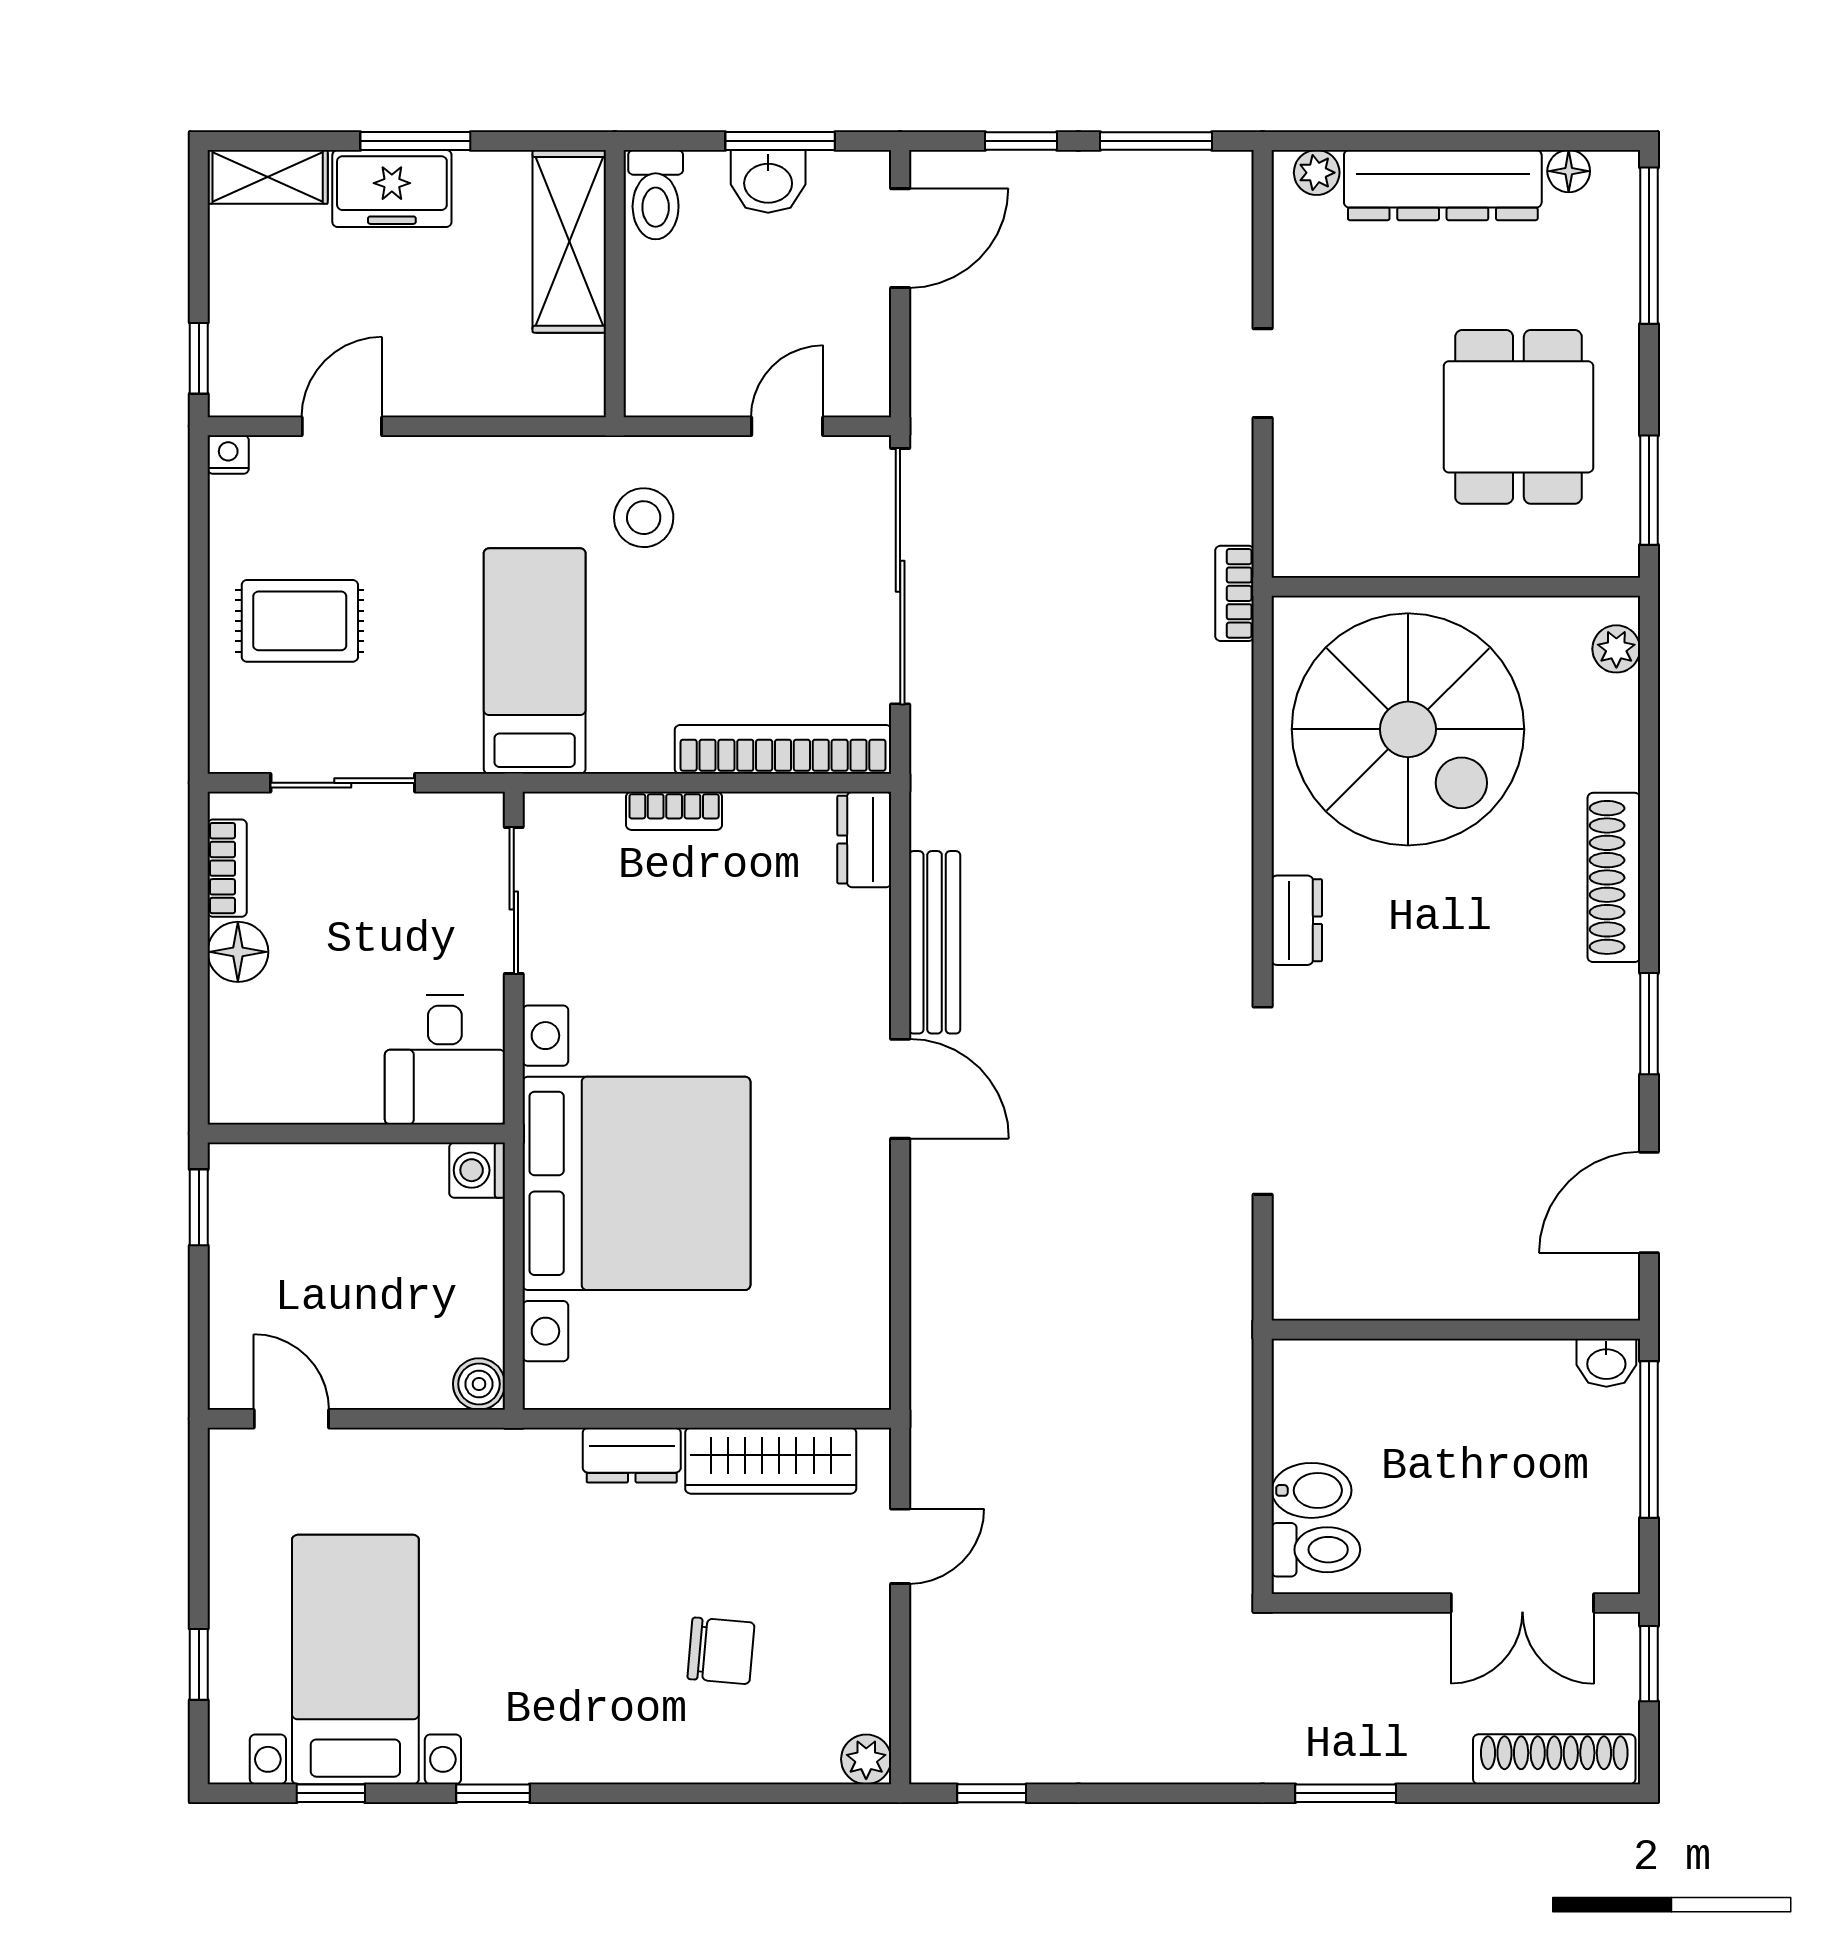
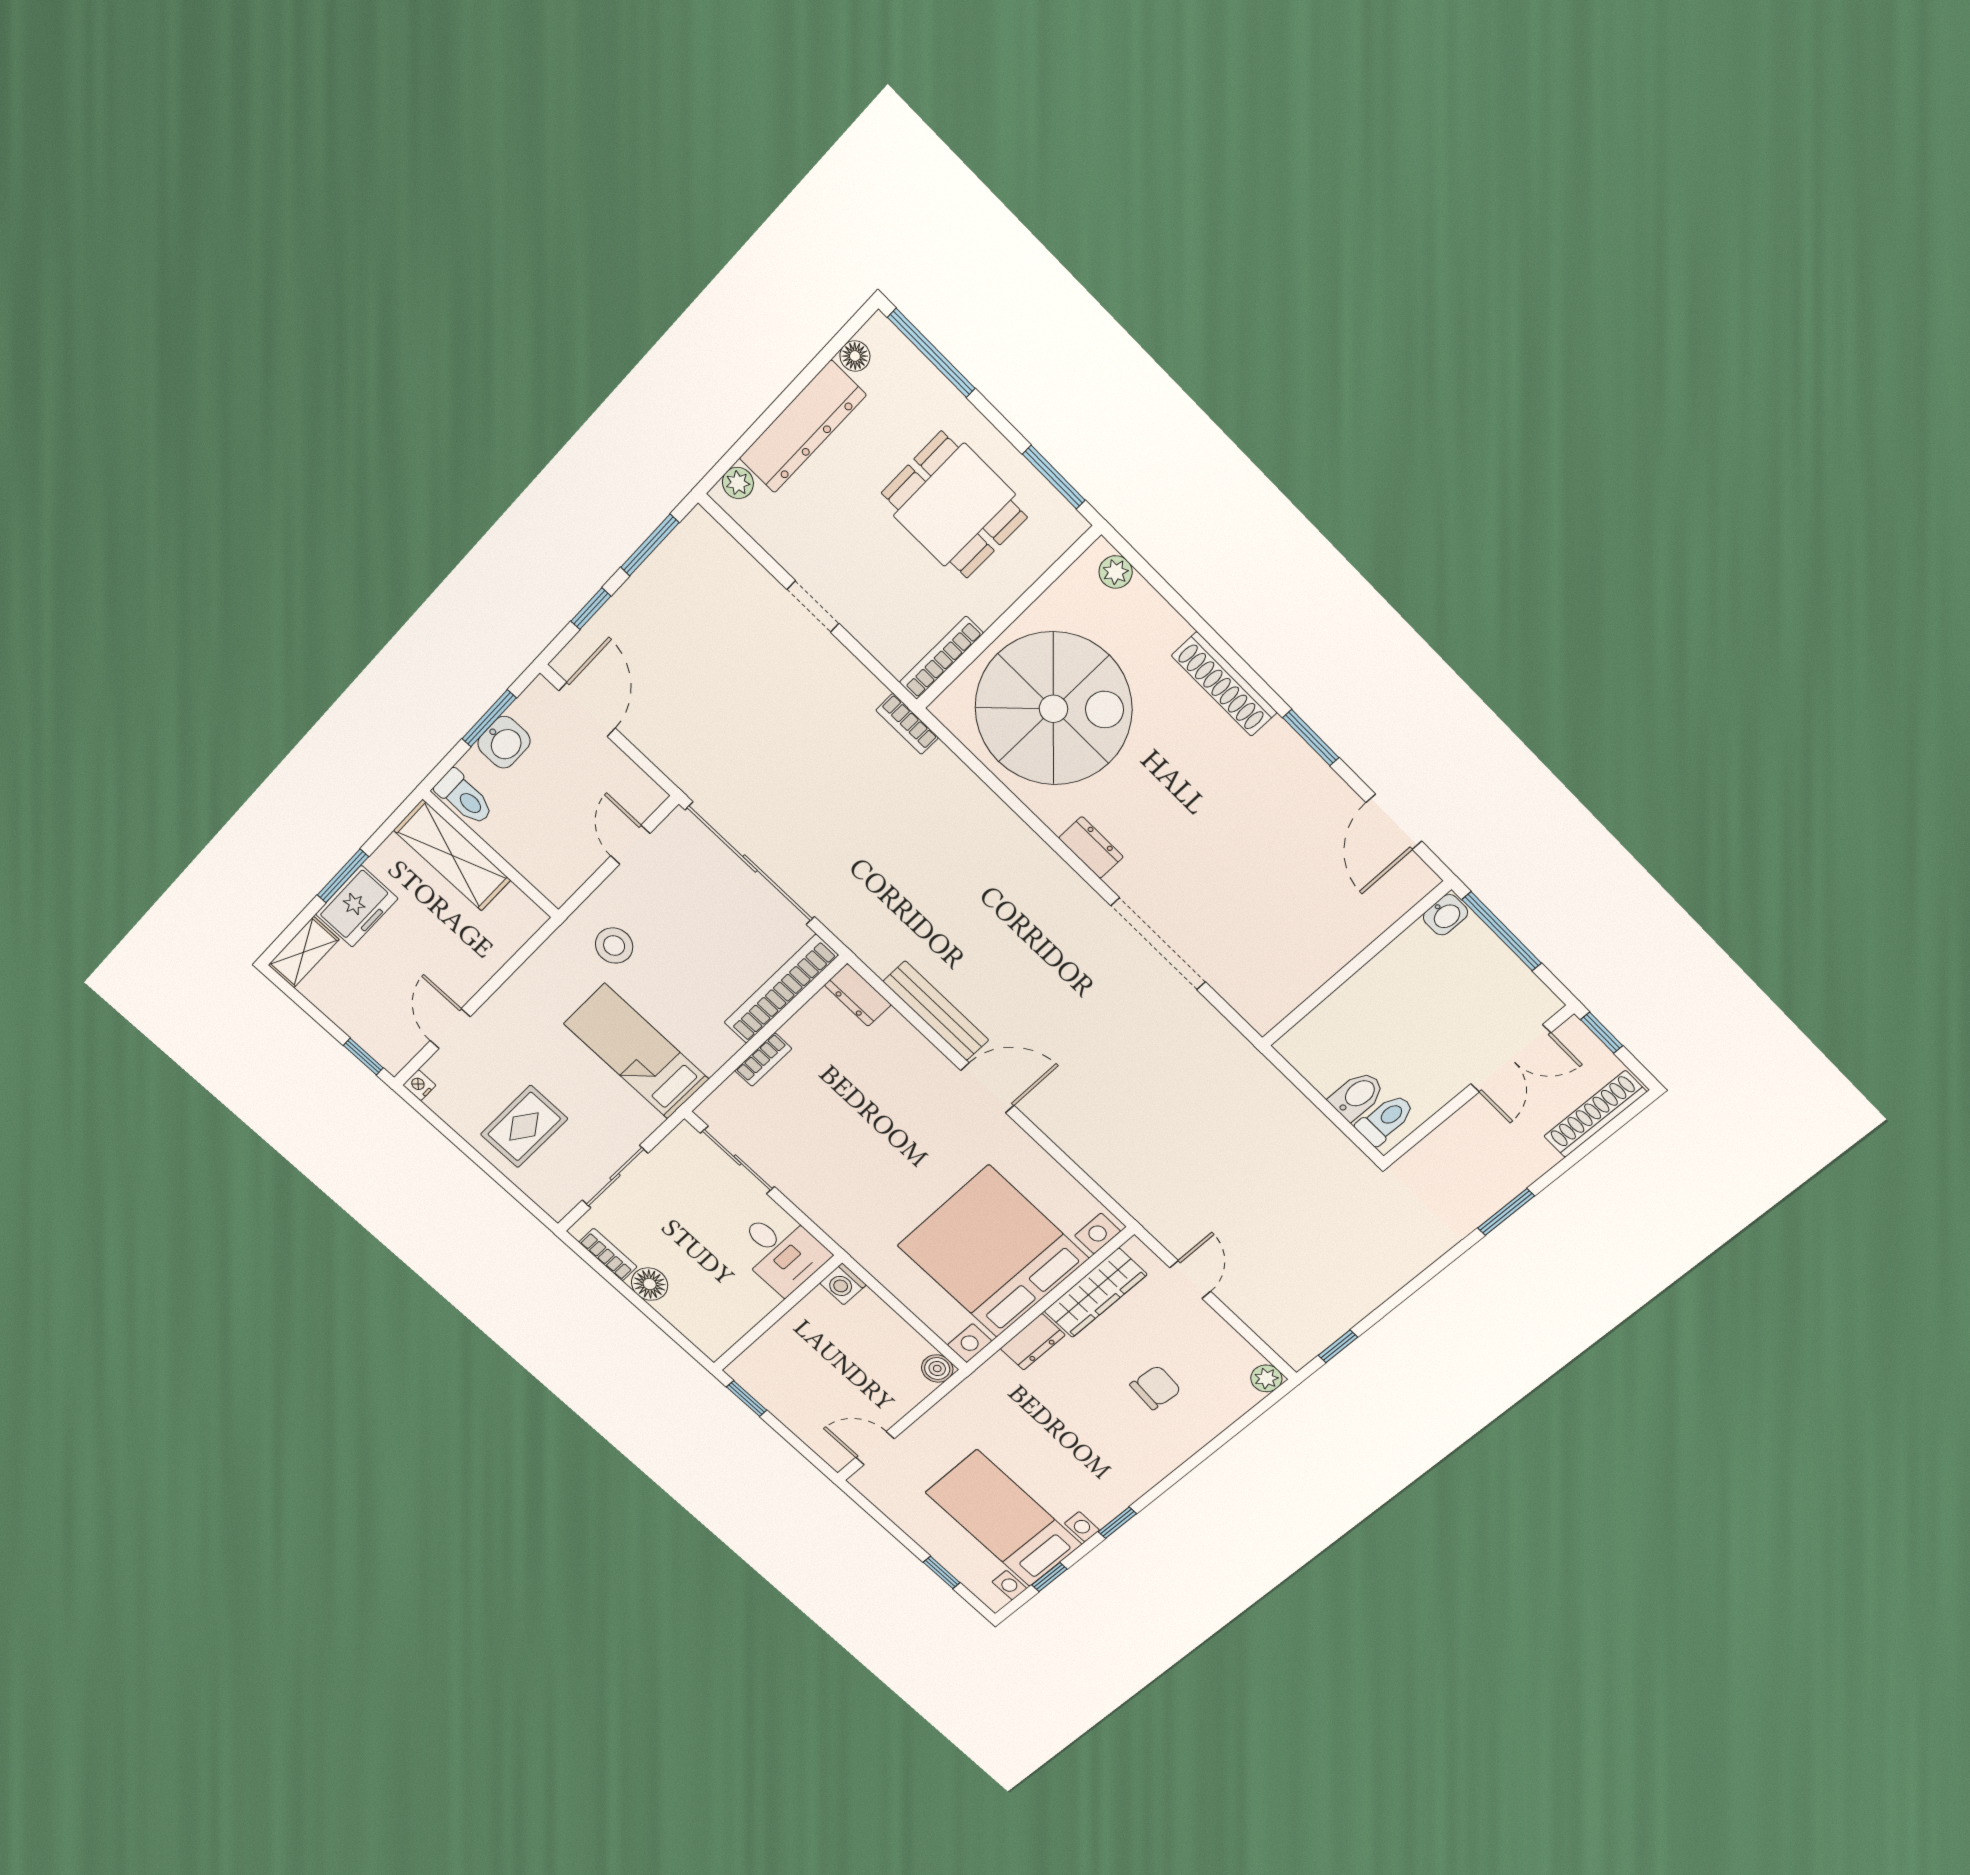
bookcase: (1343, 559) -> (941, 658), added
bed with nightstands: (636, 1183) -> (993, 1252), moved, turned -90

